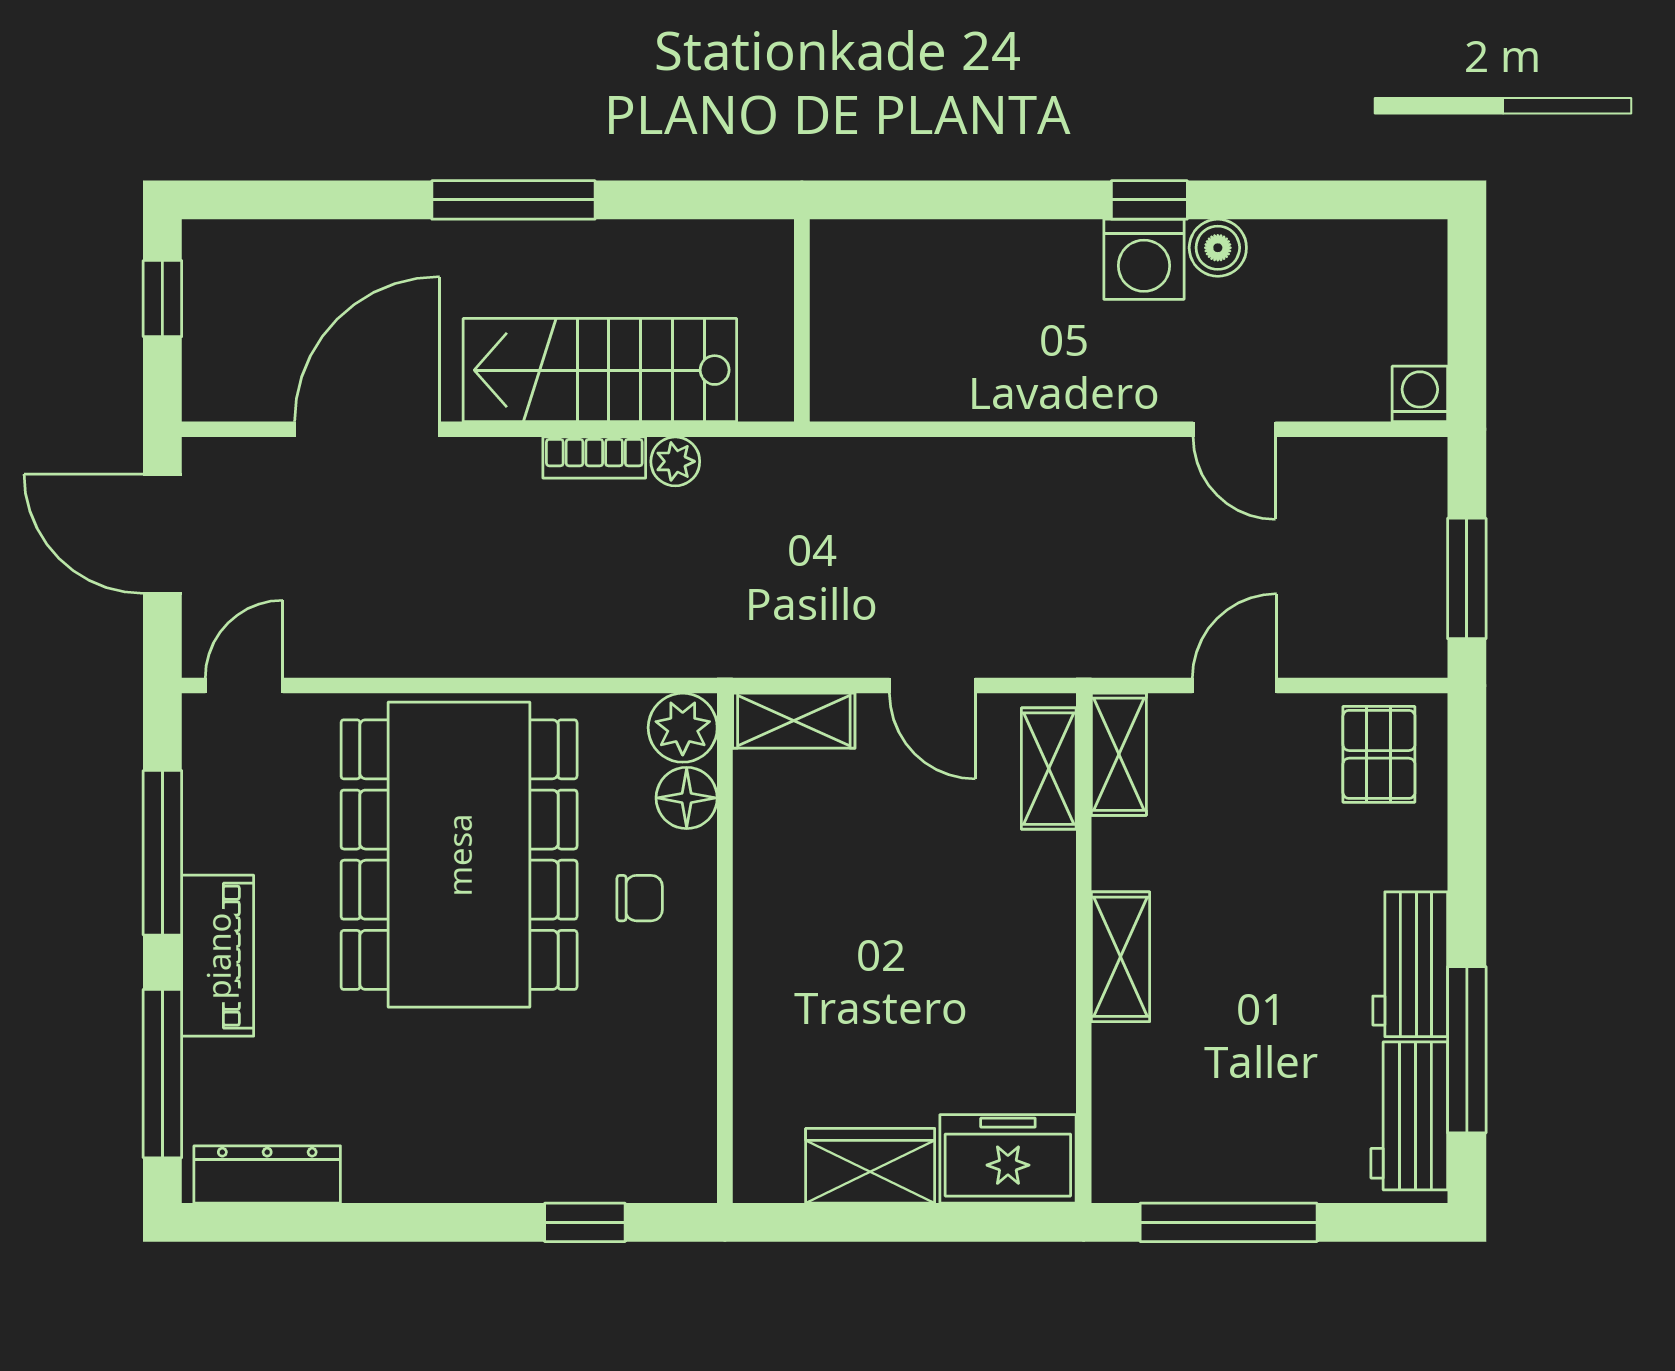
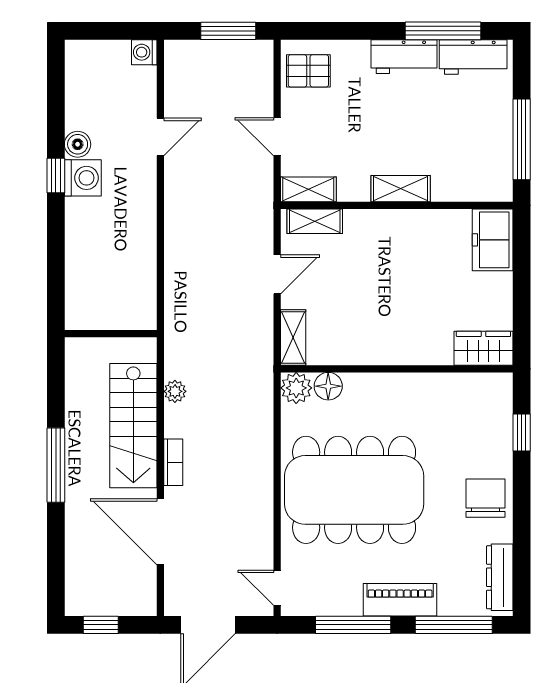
bookcase: (594, 458) -> (173, 462), moved
chair: (640, 898) -> (485, 498), moved, width x1.87, depth x1.87
wardrobe: (870, 1166) -> (483, 348), moved, turned 90

